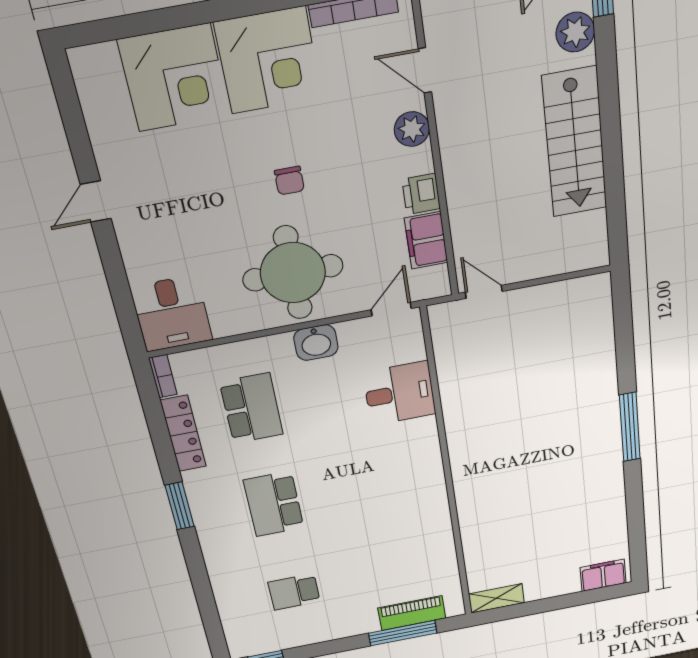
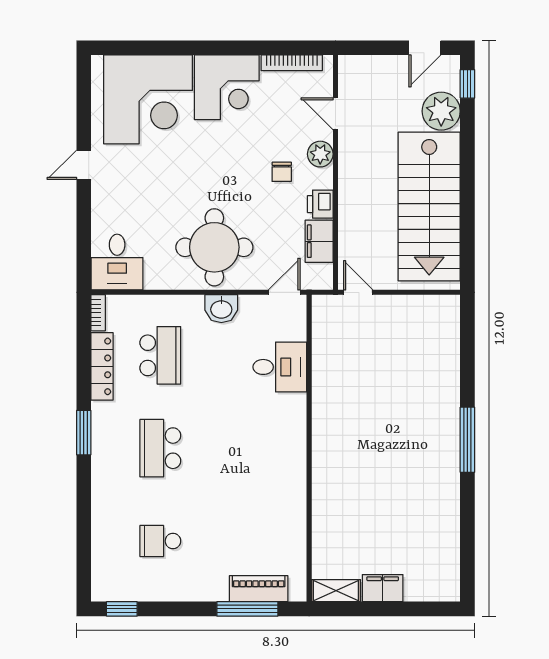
plant: (575, 32) -> (441, 111), width x1.36, depth x1.36
corner desk: (174, 78) -> (148, 99), width x1.36, depth x1.36
stairs: (575, 143) -> (429, 207), width x1.36, depth x1.51
chair: (289, 181) -> (282, 172), moved
filing cabinet: (603, 575) -> (383, 588), moved

